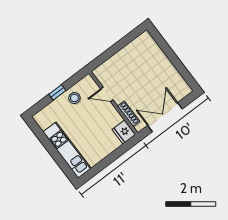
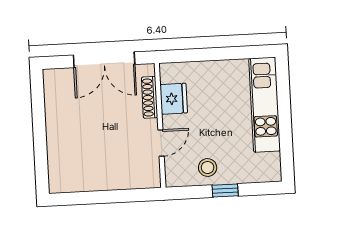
door: (107, 94) -> (161, 143), hinge flipped
fridge: (124, 132) -> (174, 99), moved

